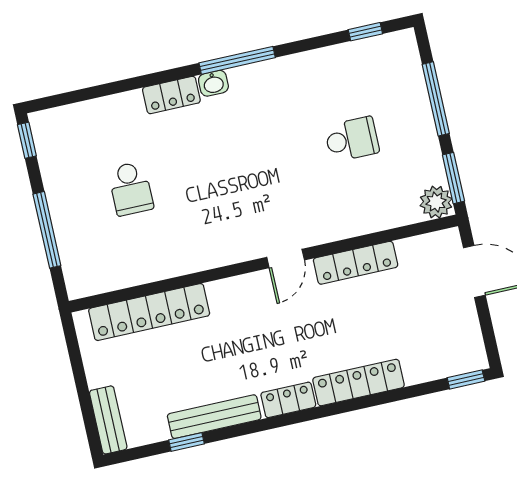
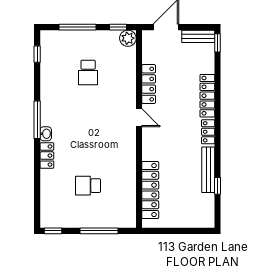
school desk: (352, 139) -> (88, 72), turned 180
window: (453, 178) -> (118, 27), width x0.67
school desk: (131, 189) -> (88, 186), turned 180
bench: (108, 420) -> (198, 36), moved

